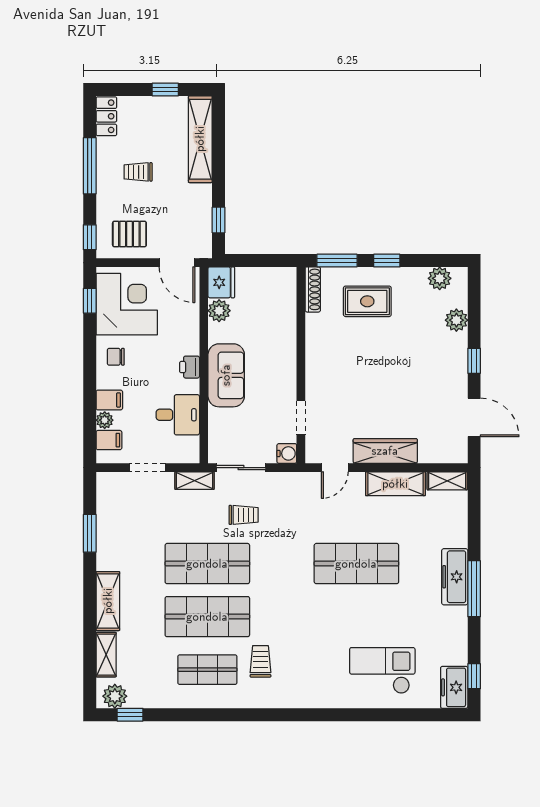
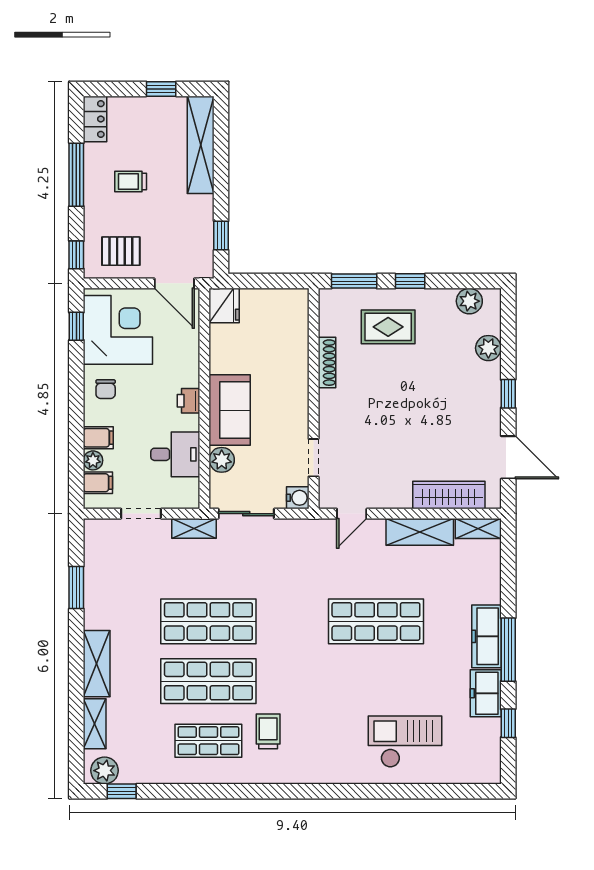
shoe rack: (313, 289) -> (327, 363), moved
plant: (219, 311) -> (222, 460), moved
chair: (116, 357) -> (106, 389), turned -90
wardrobe: (385, 451) -> (449, 495), moved
trolley: (244, 515) -> (249, 567), removed
window: (474, 676) -> (508, 723), moved
freezer: (454, 687) -> (486, 693), moved

